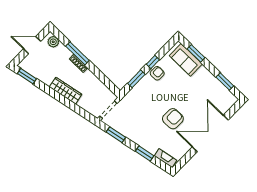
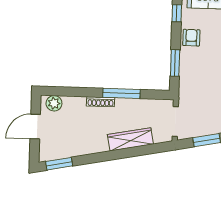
window: (77, 53) -> (121, 93), moved
window: (153, 62) -> (177, 13), moved
wardrobe: (66, 91) -> (130, 139), moved

